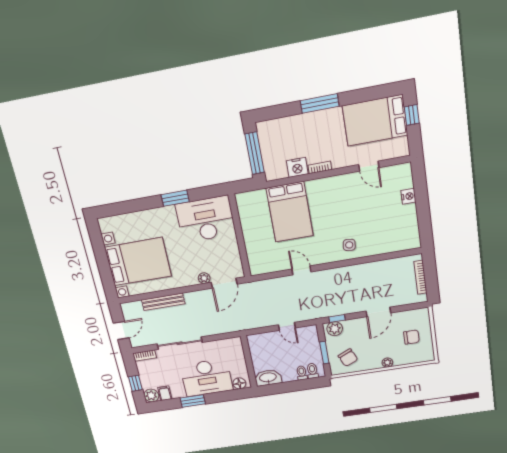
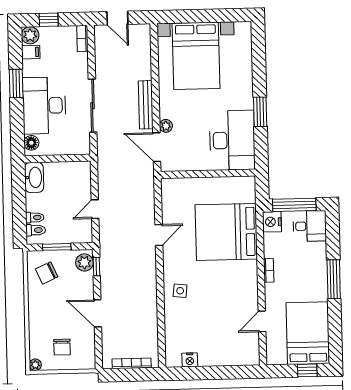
desk: (272, 135) -> (310, 226), added
nightstand: (297, 167) -> (272, 222), moved
nightstand: (408, 196) -> (190, 360), moved
bed: (290, 212) -> (226, 232), width x1.36
bench: (163, 302) -> (146, 105), moved
sliding door: (180, 343) -> (93, 106), moved
plant: (387, 363) -> (35, 365), moved

